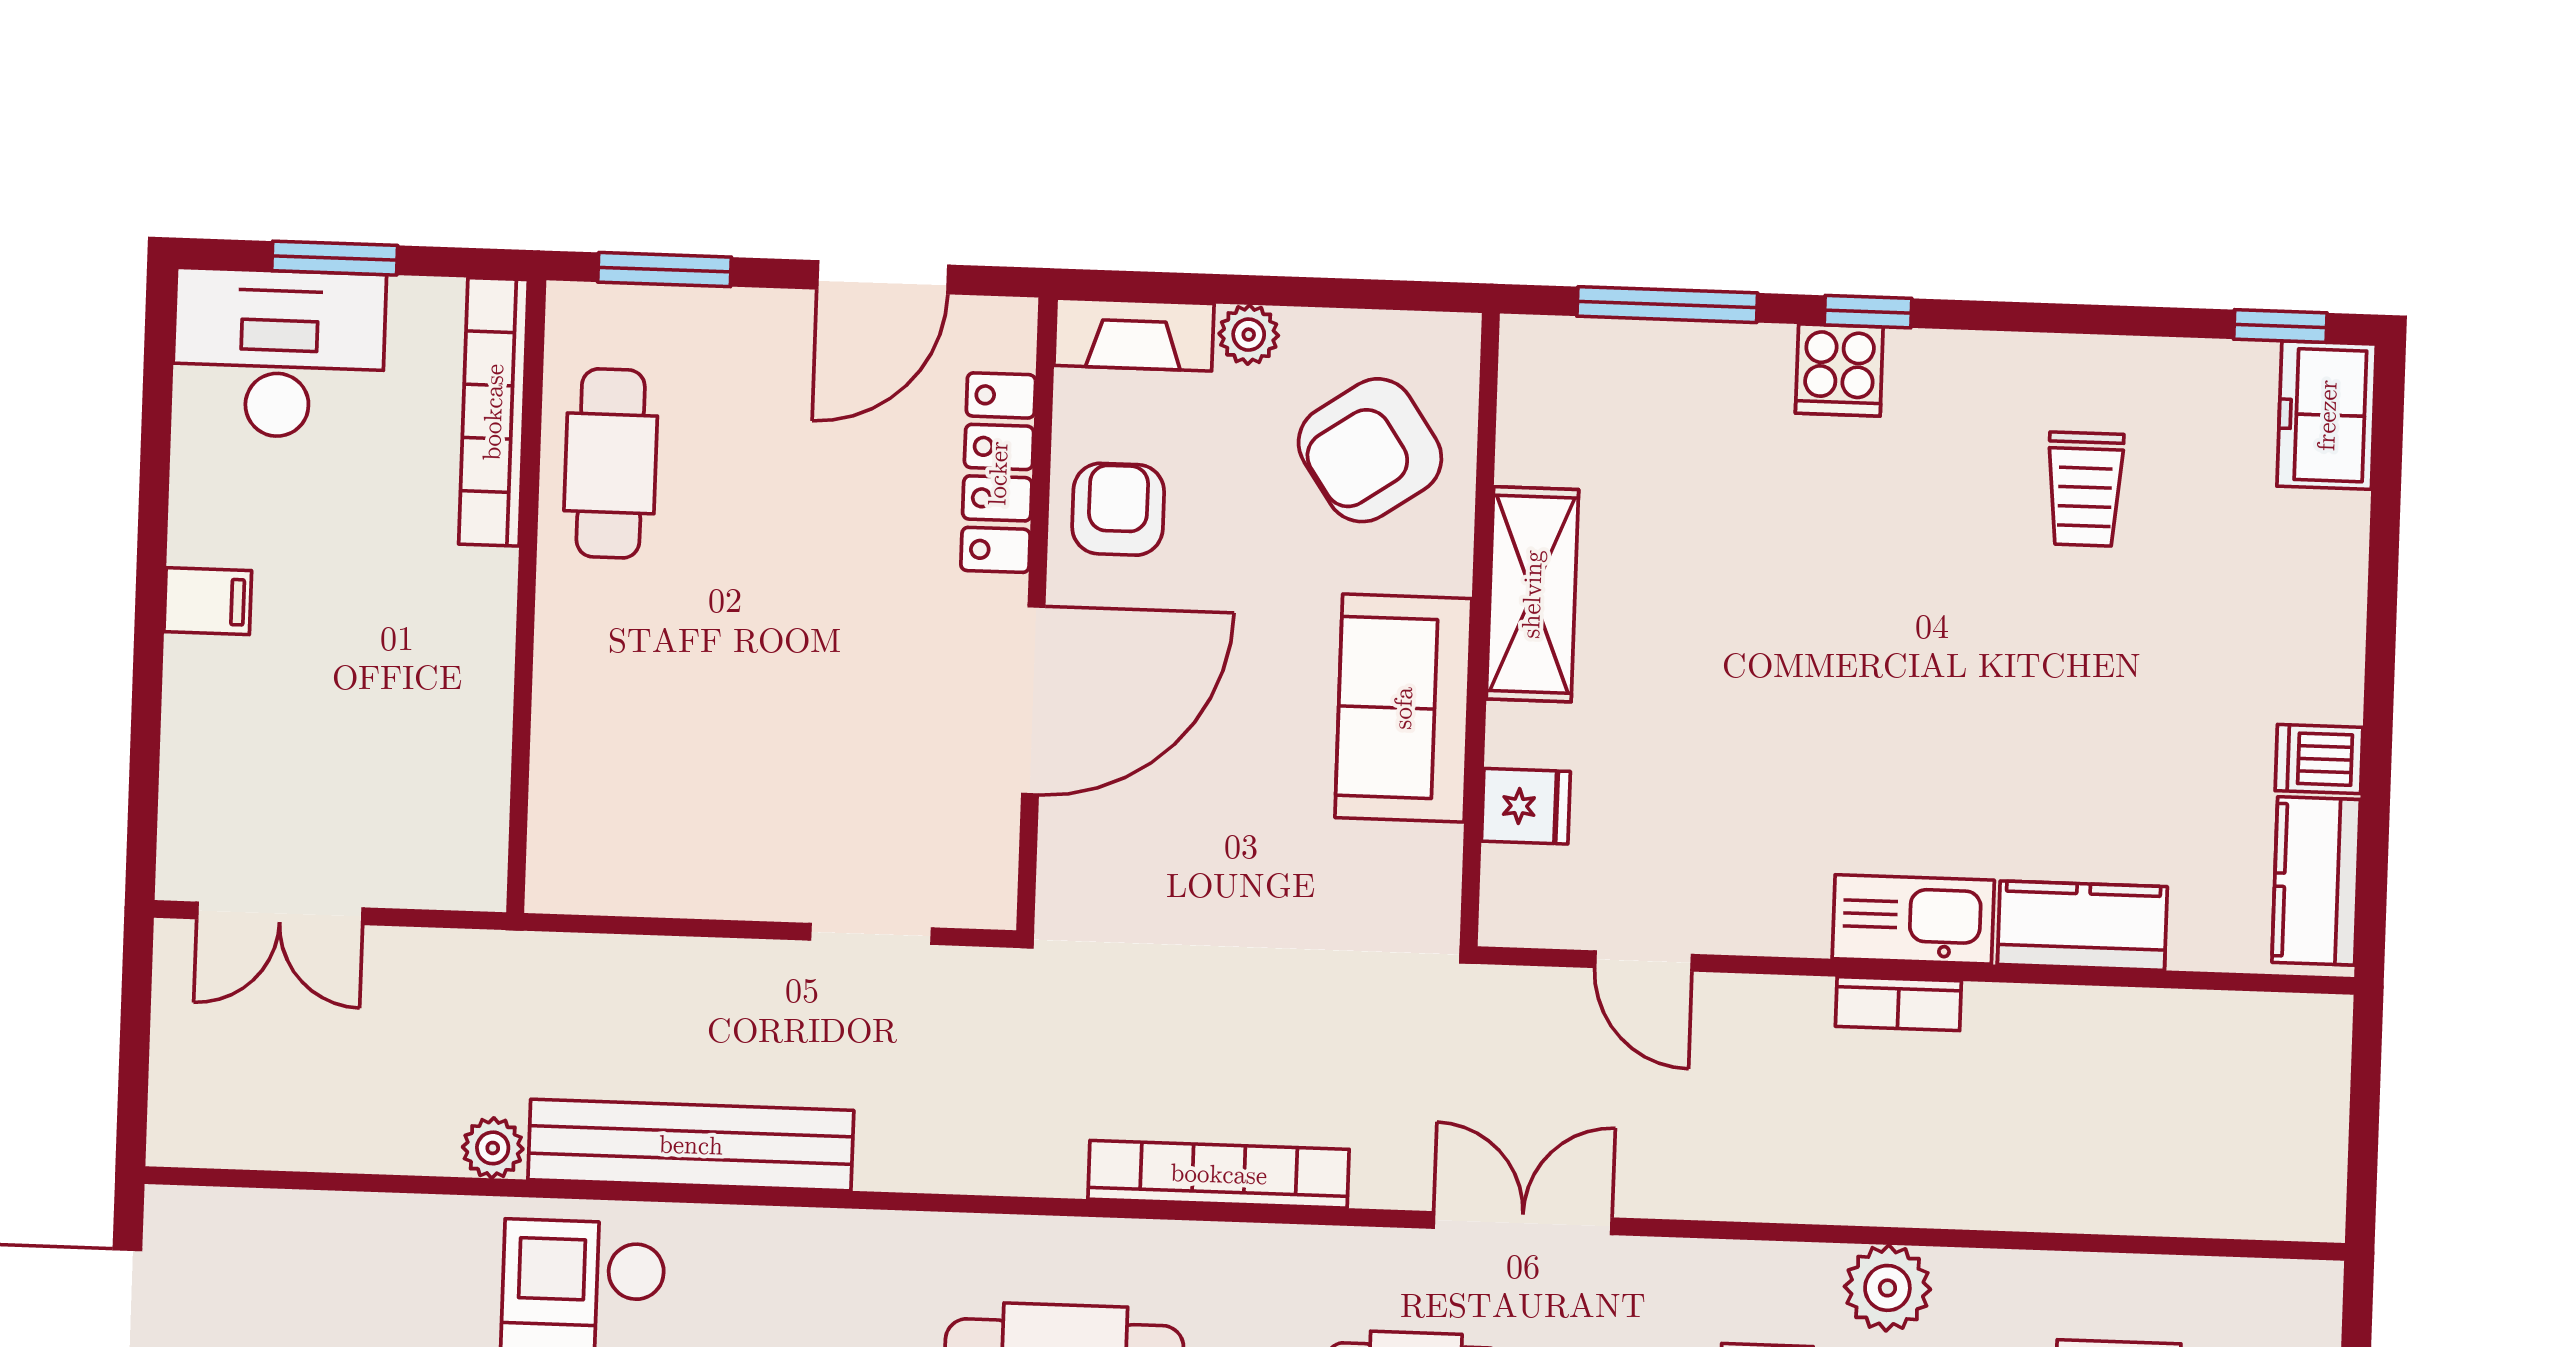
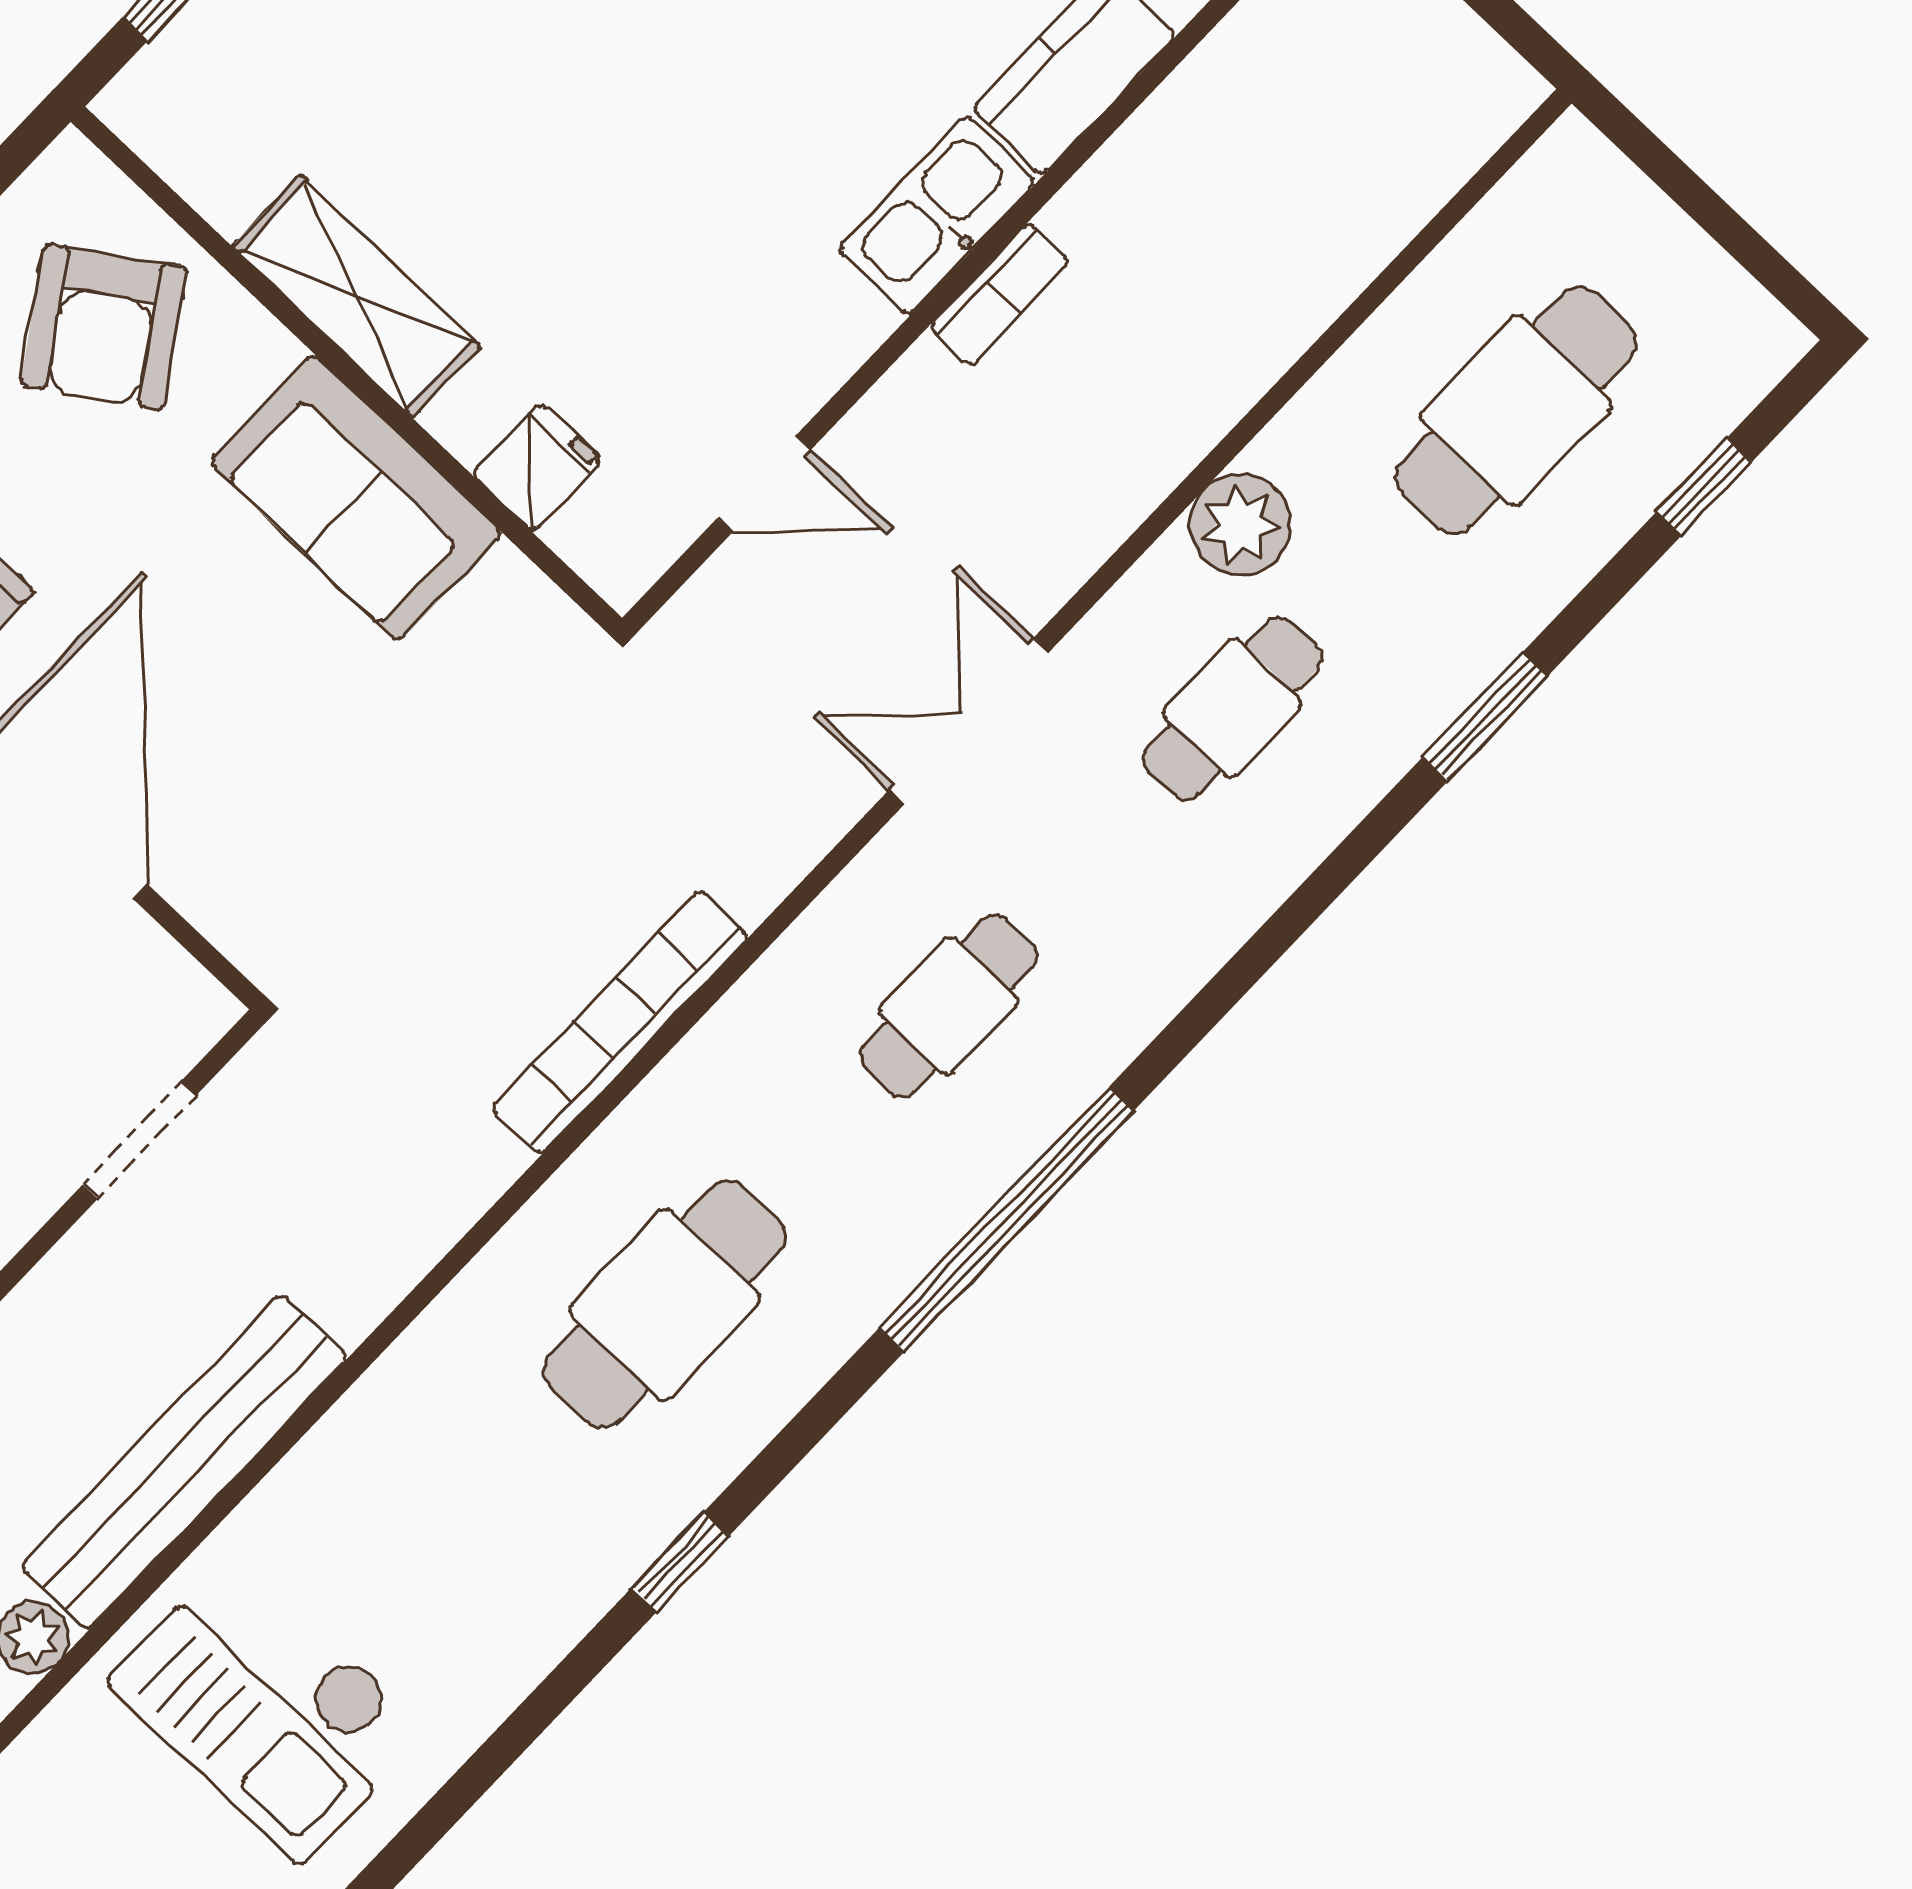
double door: (1523, 1223) -> (969, 721), moved

